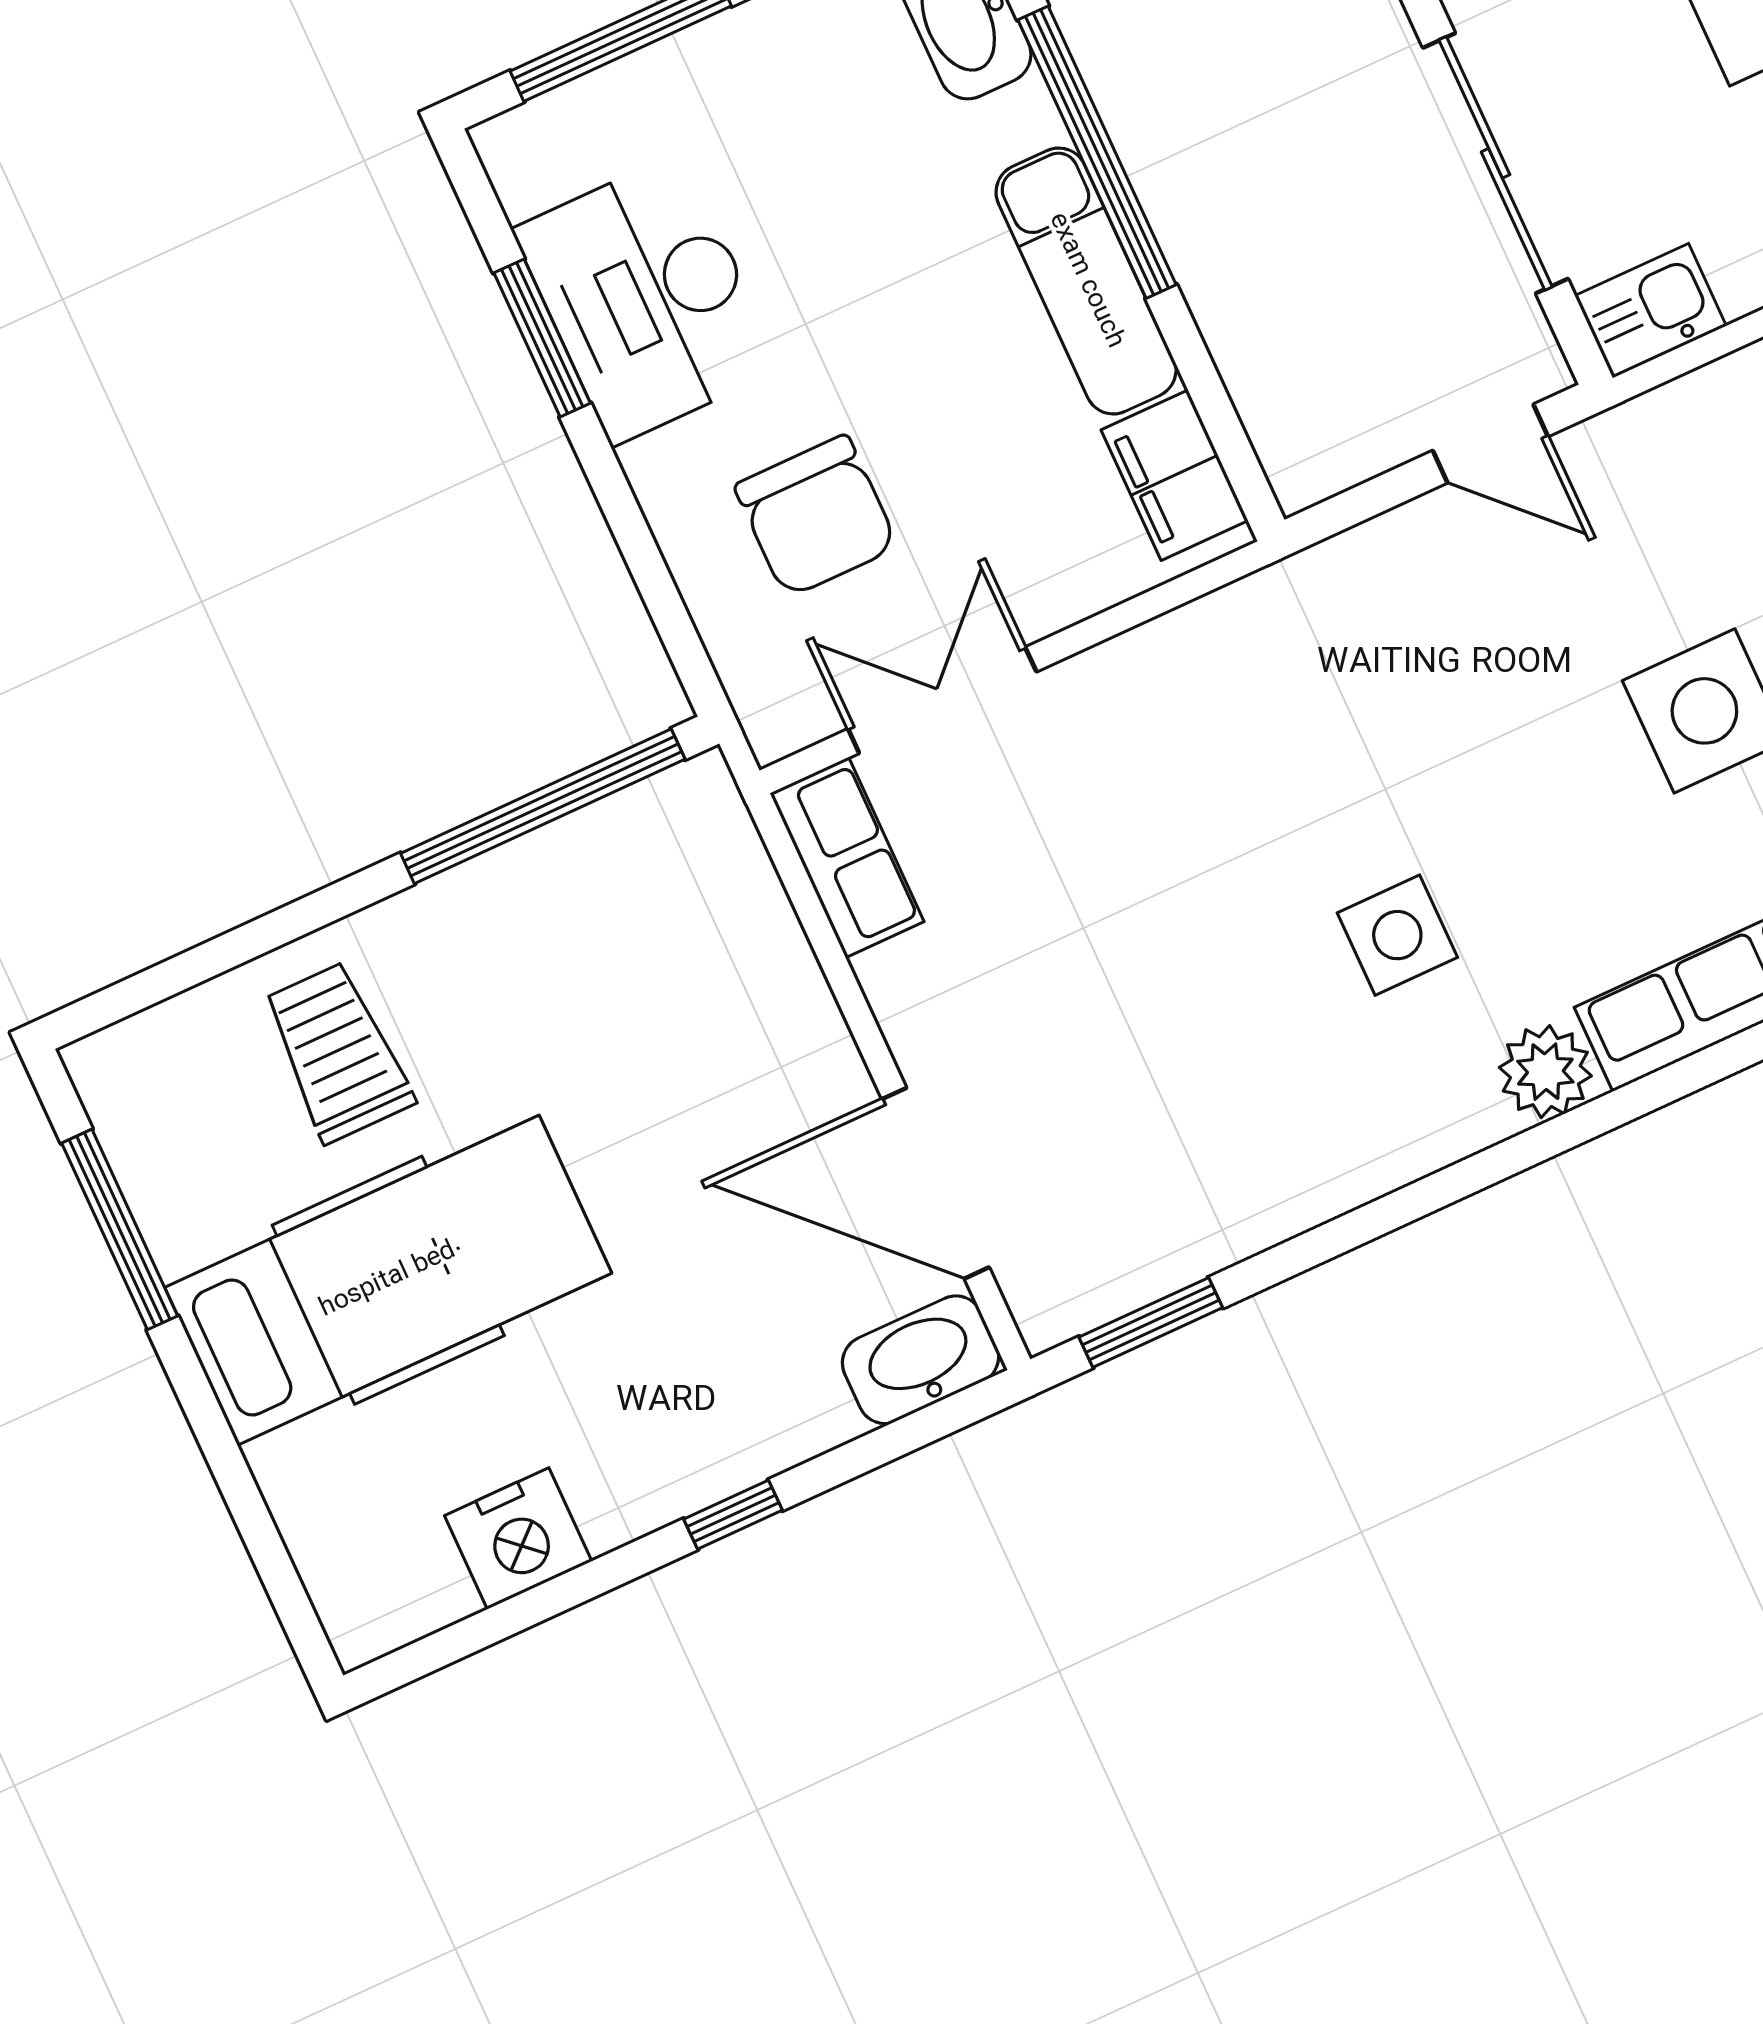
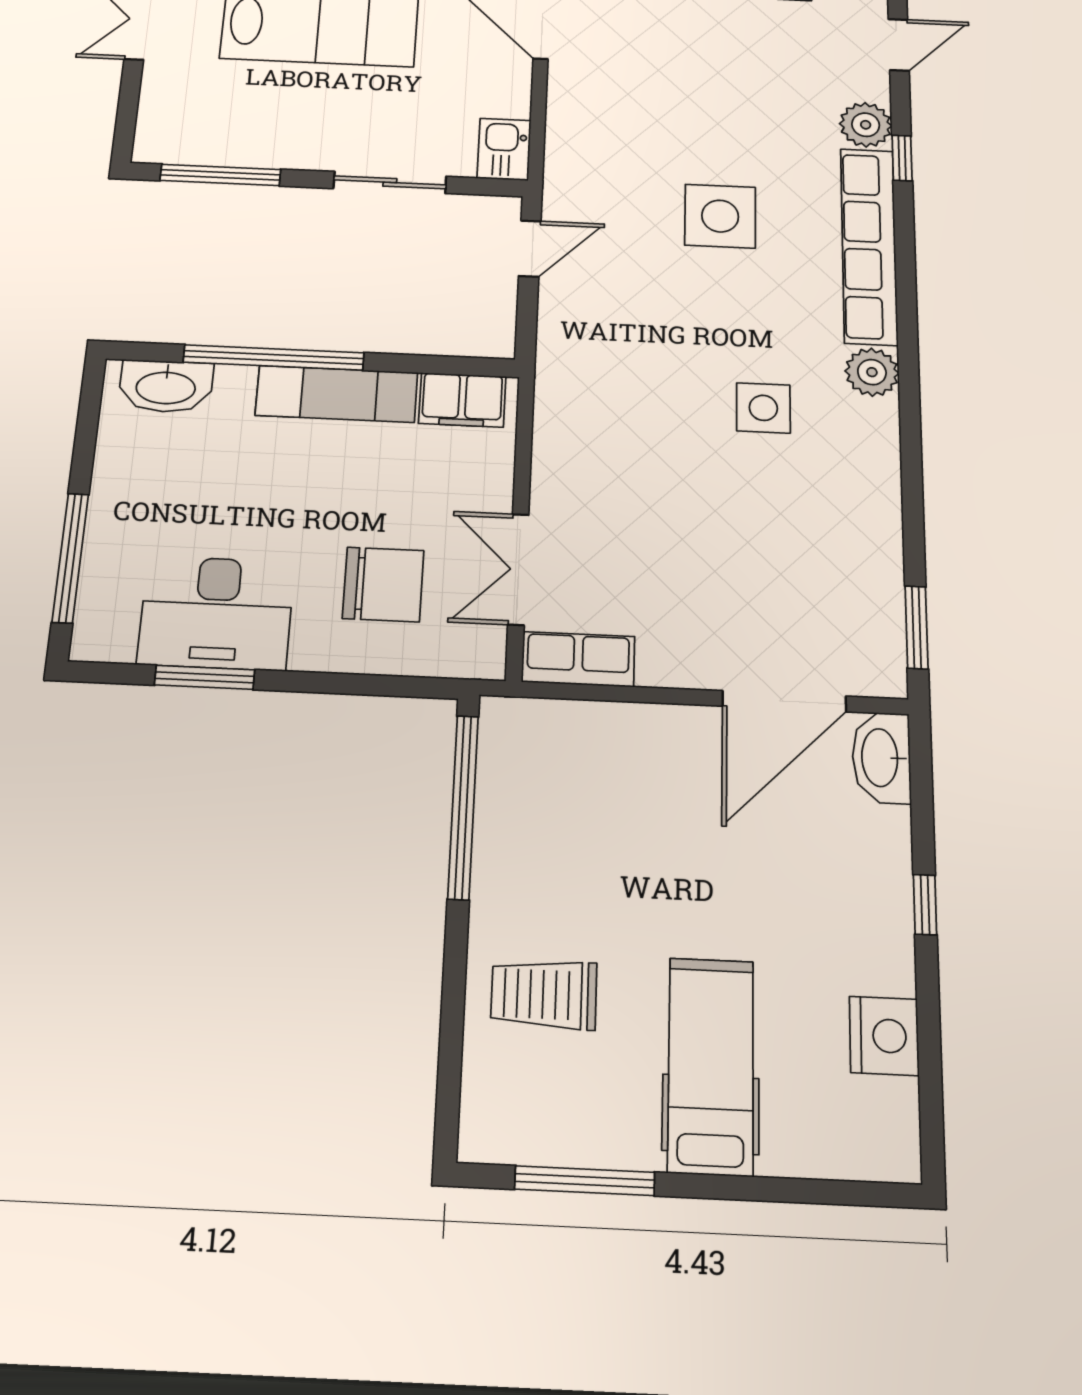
sliding door: (1496, 163) -> (390, 182), width x0.73
hospital bed: (388, 1280) -> (711, 1066), width x0.73, depth x0.78

